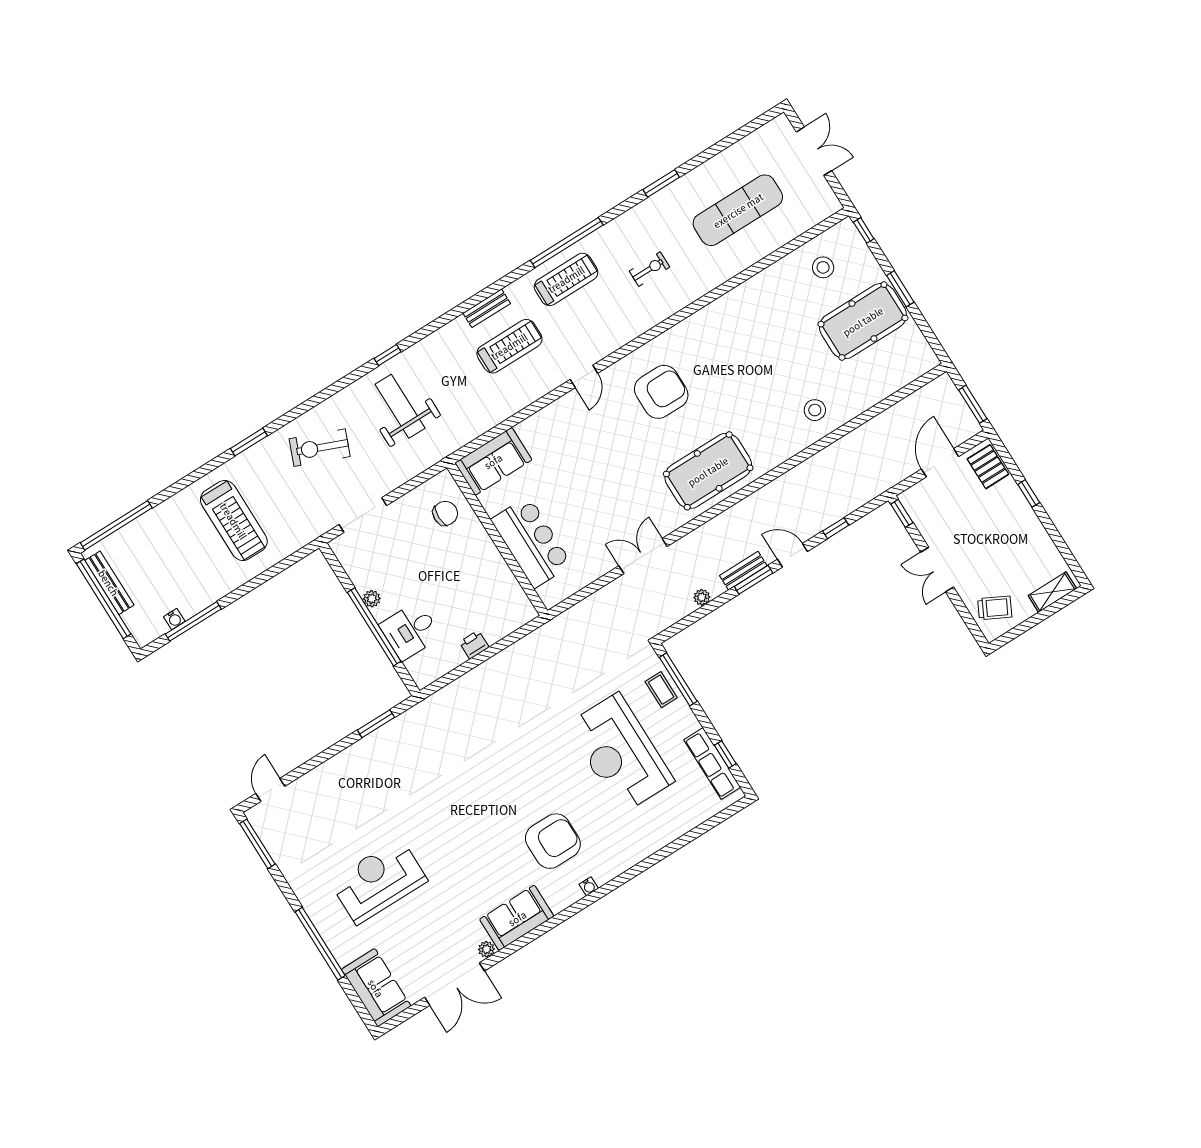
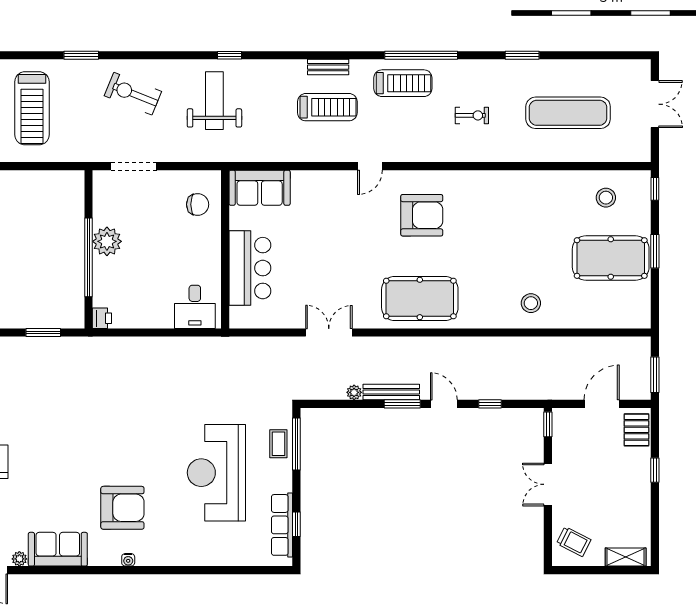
bench: (743, 571) -> (391, 392), width x1.36
plant: (372, 599) -> (107, 241), width x1.87, depth x1.87
desk: (410, 631) -> (195, 307), moved, turned -90
printer: (474, 645) -> (102, 318), moved, turned 90

